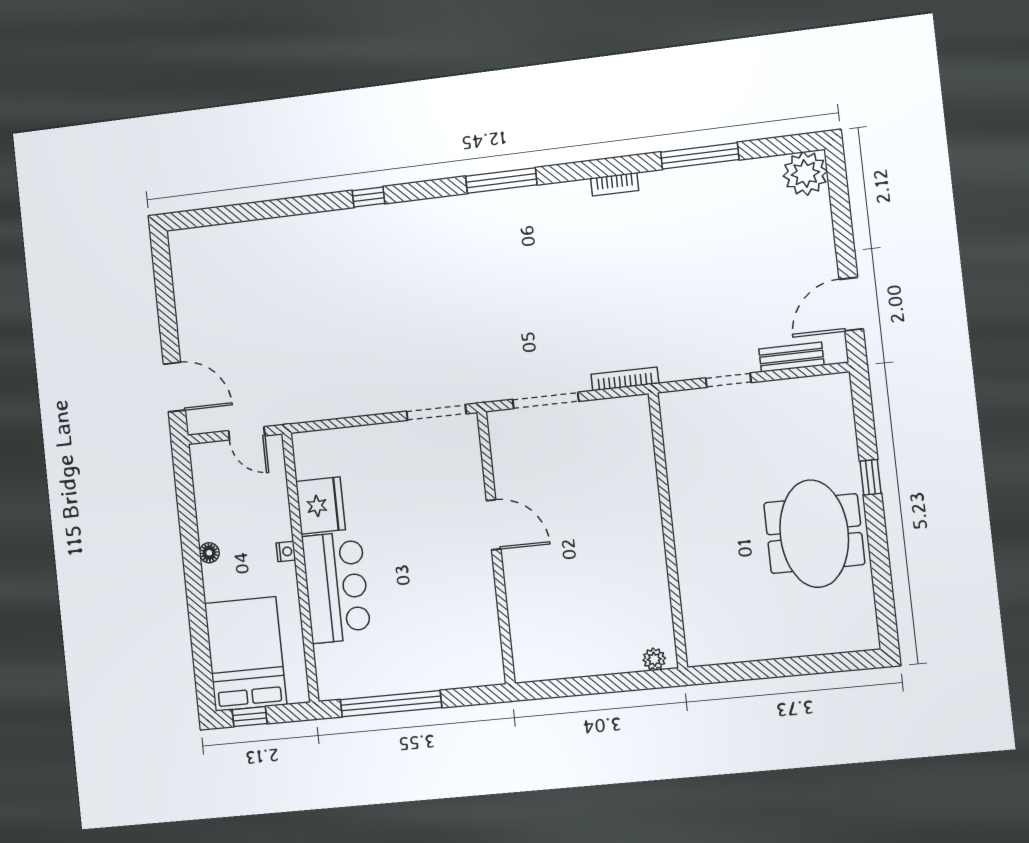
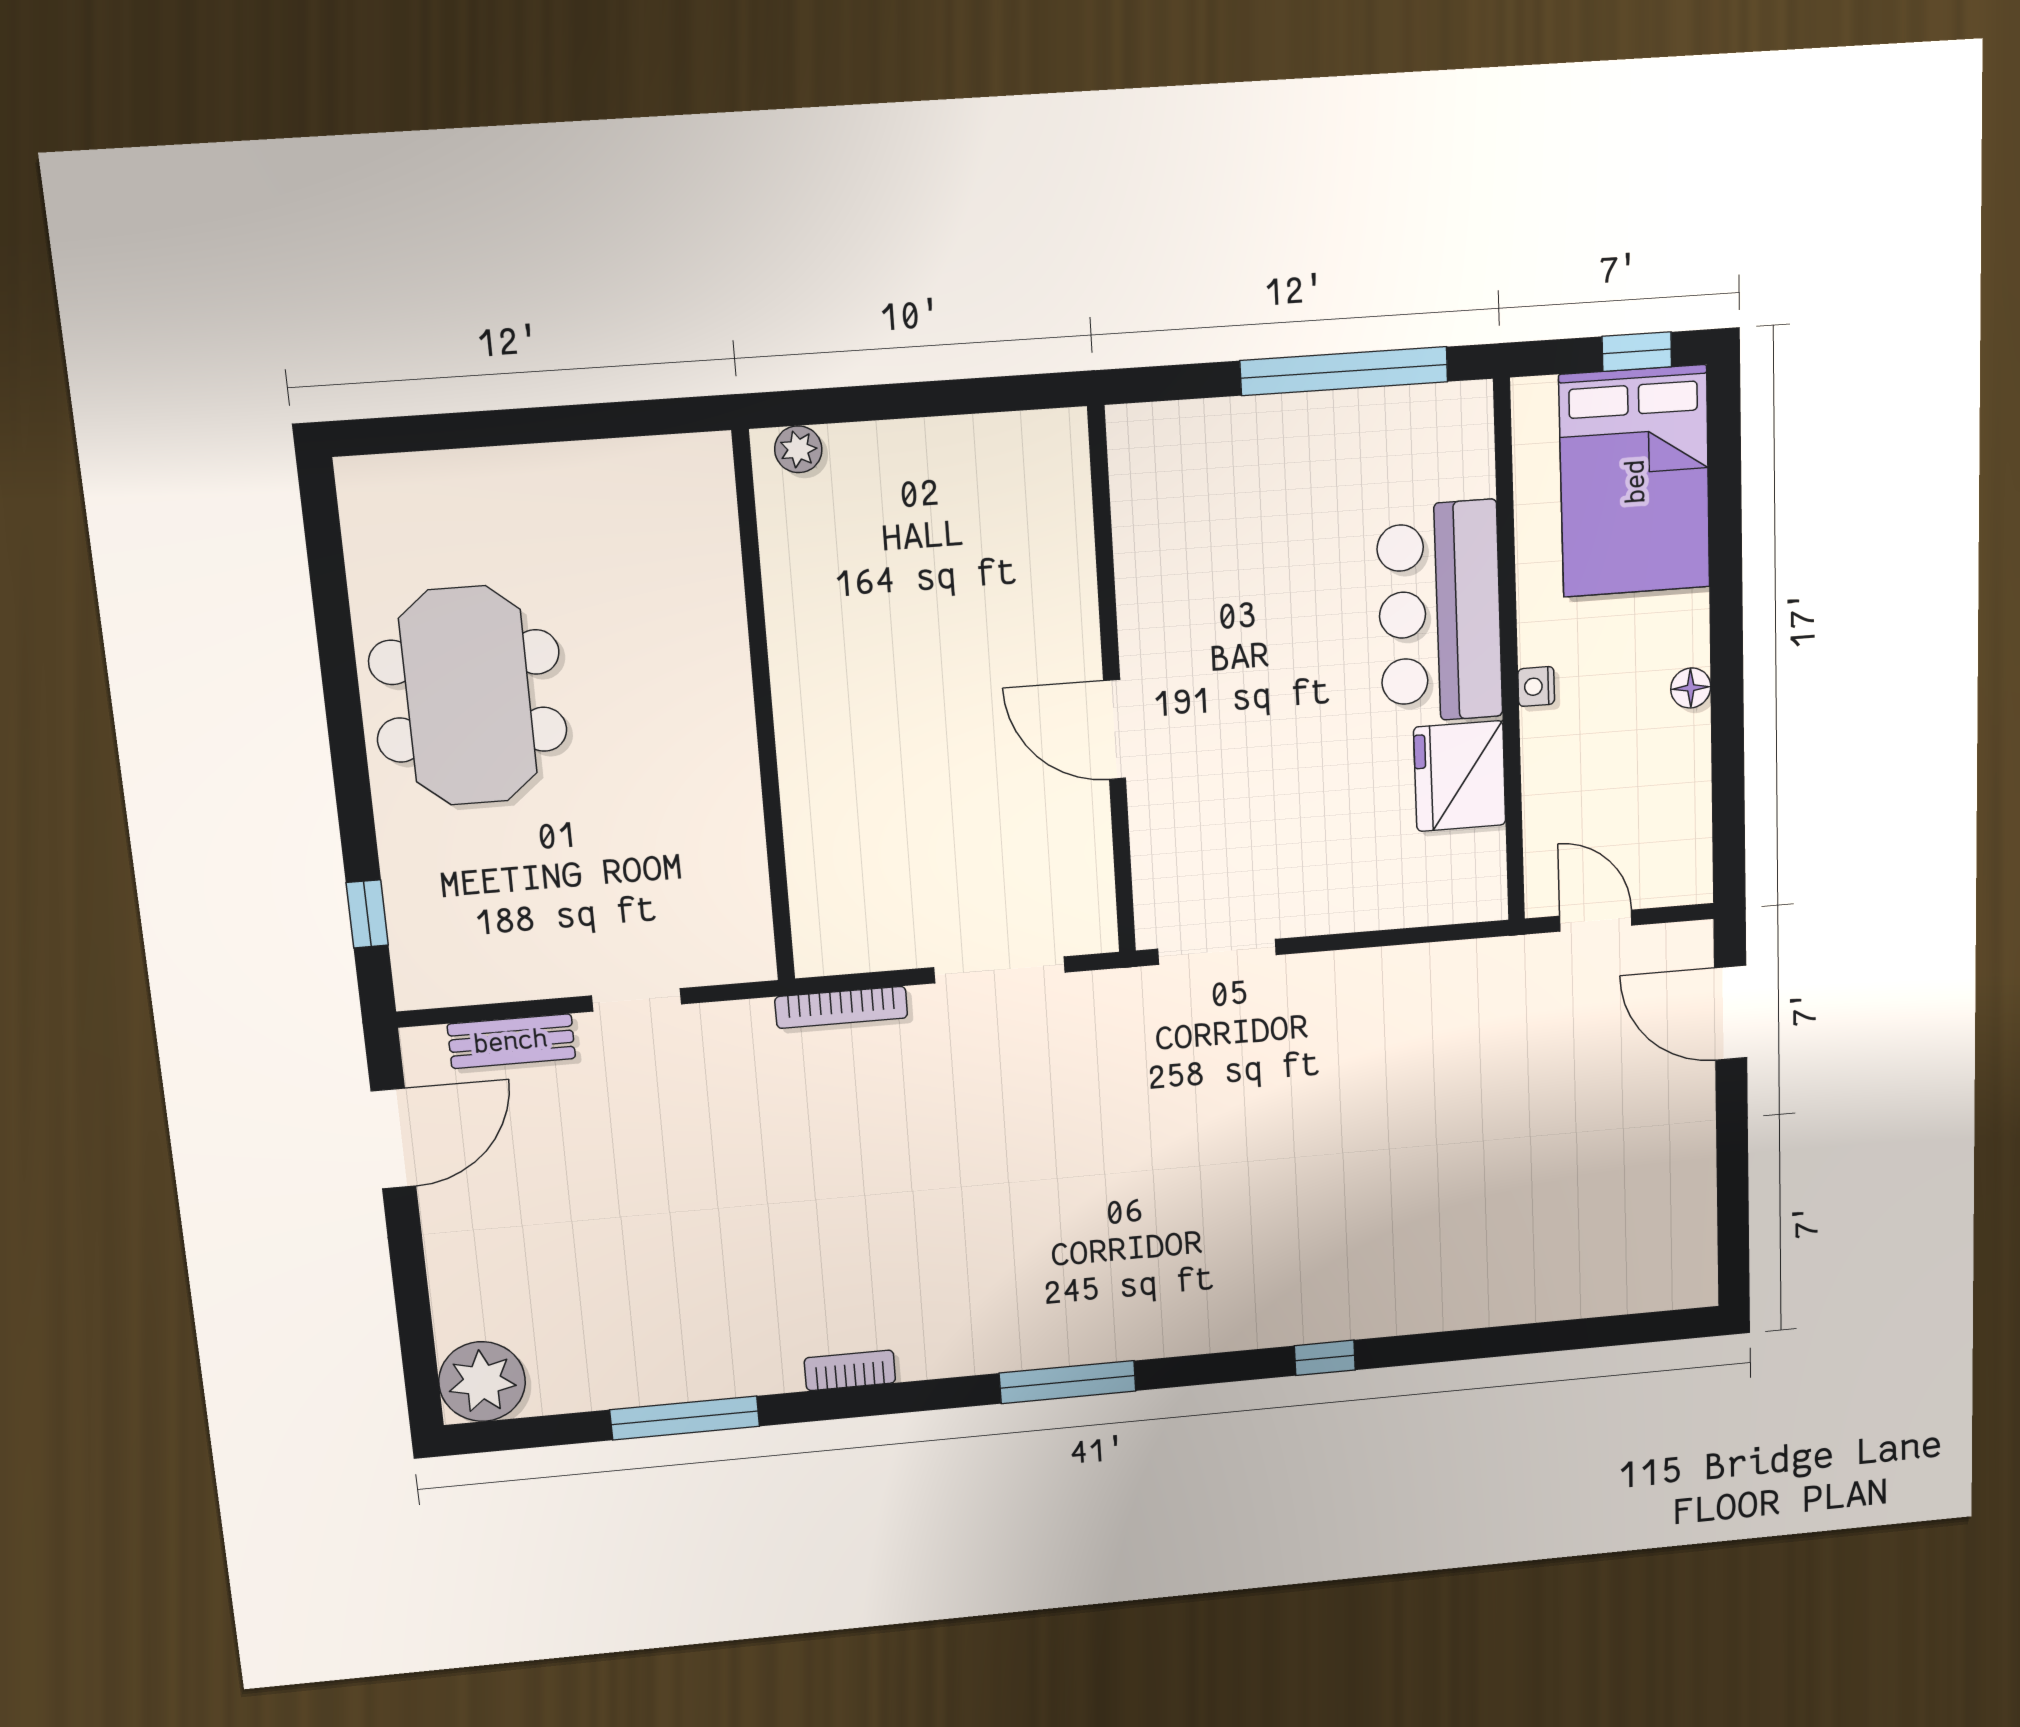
window: (870, 477) -> (367, 914), moved

